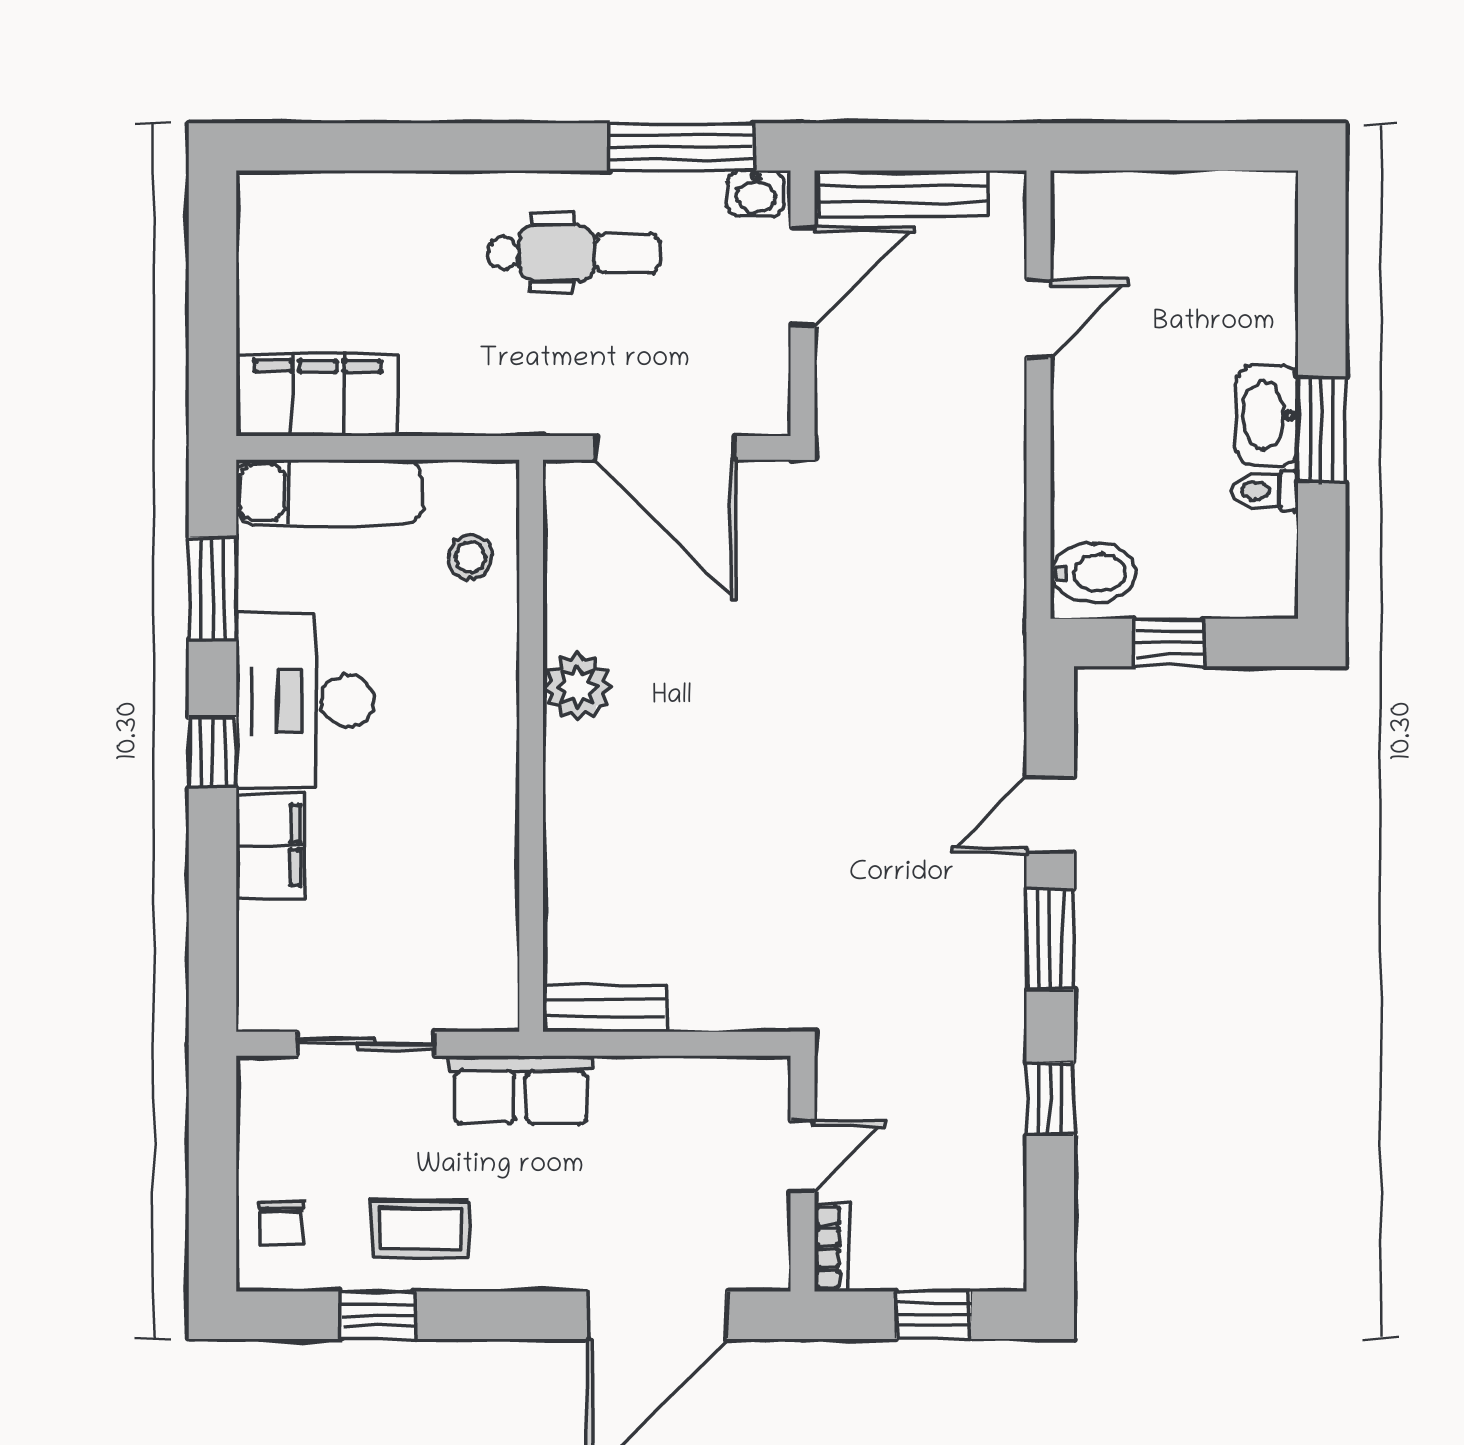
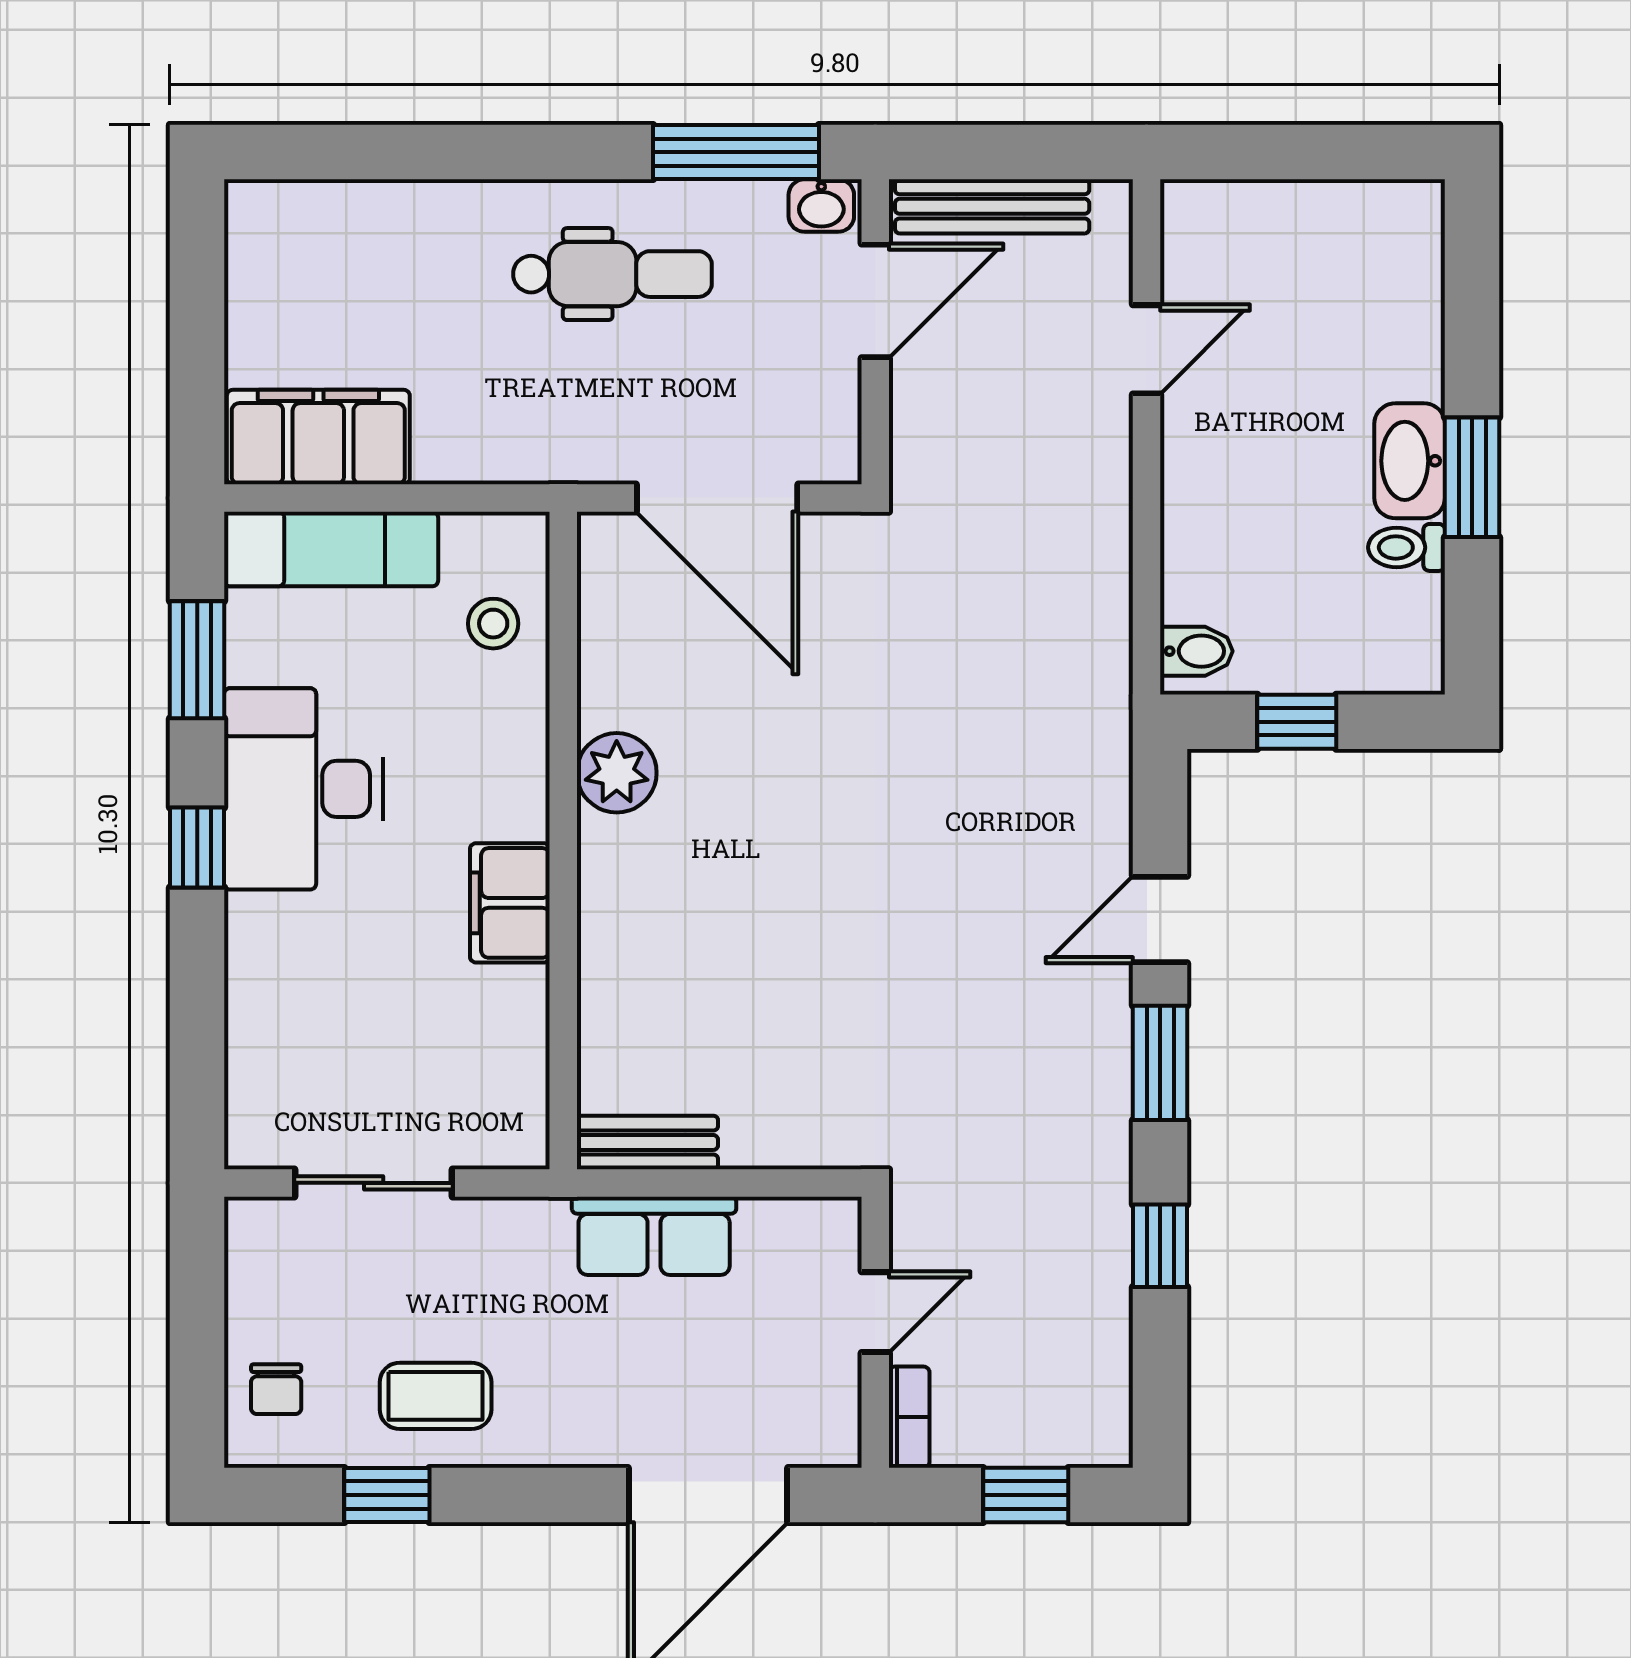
bidet: (1093, 573) -> (1196, 651), width x0.72, depth x0.74
filing cabinet: (271, 845) -> (510, 903), moved, turned 180
row of seats: (521, 1090) -> (654, 1236), moved

